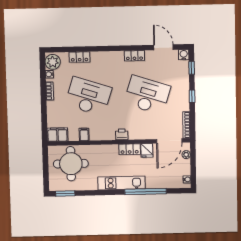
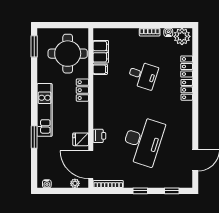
water cooler: (184, 55) -> (187, 182), removed
locker: (134, 56) -> (187, 90), moved
desk: (88, 96) -> (143, 75), width x0.53, depth x0.77
printer: (122, 134) -> (99, 136), moved
filing cabinet: (57, 135) -> (101, 52), moved
locker: (130, 149) -> (82, 90), moved
window: (146, 192) -> (34, 137), width x0.47

